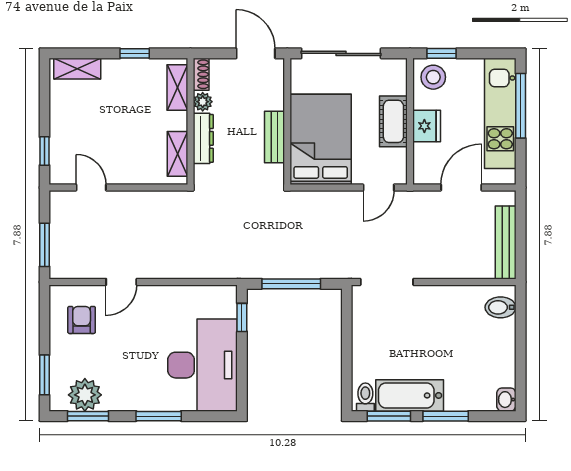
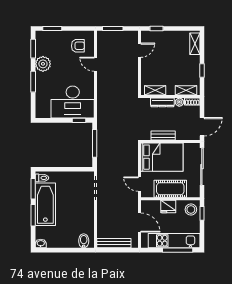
cot: (393, 121) -> (170, 189), width x1.37, depth x1.34
desk: (203, 365) -> (73, 102), moved
plant: (85, 395) -> (43, 64), moved
bathtub: (410, 395) -> (45, 204), width x1.36, depth x1.36

